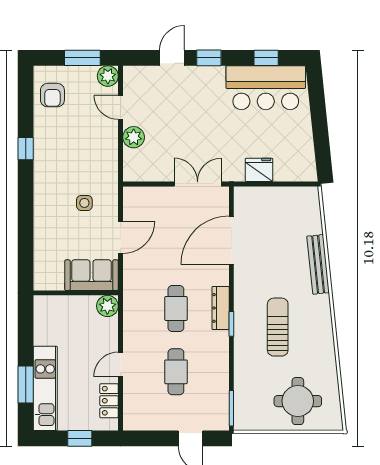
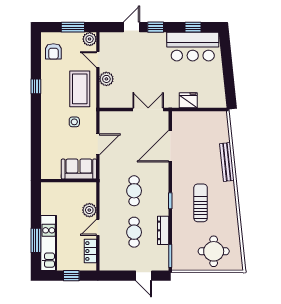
coffee table: (93, 152) -> (80, 89), added
plant: (107, 306) -> (89, 210), moved
dresser: (221, 308) -> (163, 230), moved

